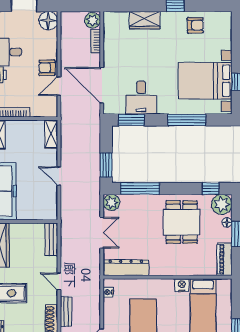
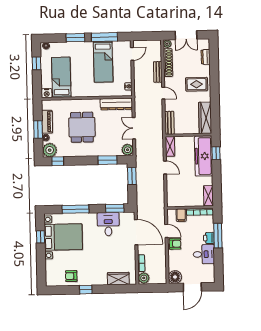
wardrobe: (145, 20) -> (118, 279), moved
door: (59, 86) -> (166, 231), hinge flipped
filing cabinet: (38, 108) -> (181, 215), added
shelving: (51, 134) -> (170, 146), moved
window: (140, 189) -> (108, 160), width x0.69
dining table: (182, 222) -> (82, 127), moved
piano: (225, 259) -> (47, 122), moved
nightstand: (182, 285) -> (47, 93), moved

